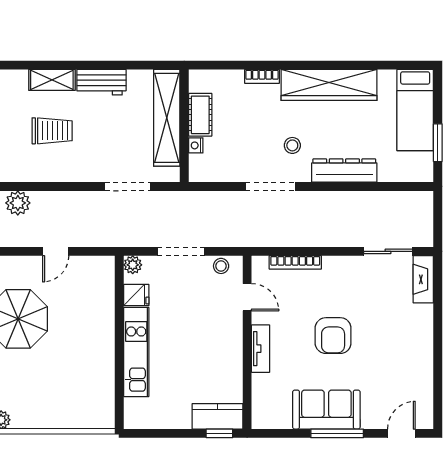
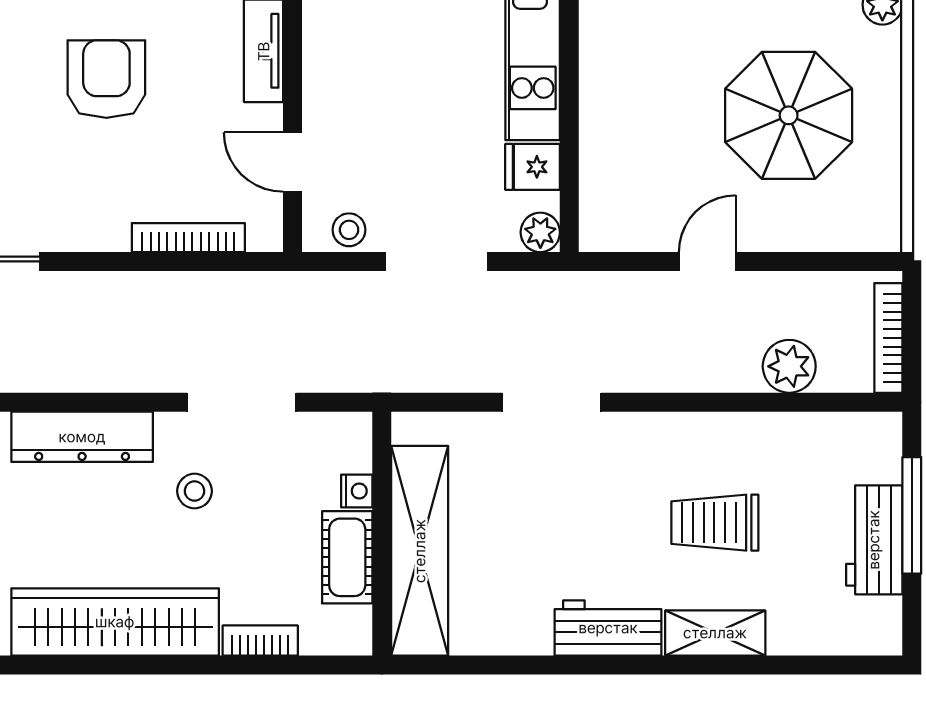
cot: (200, 115) -> (347, 557), moved
shelving: (167, 118) -> (420, 551), moved
wall: (184, 126) -> (382, 534), moved
nightstand: (196, 145) -> (357, 491), moved

